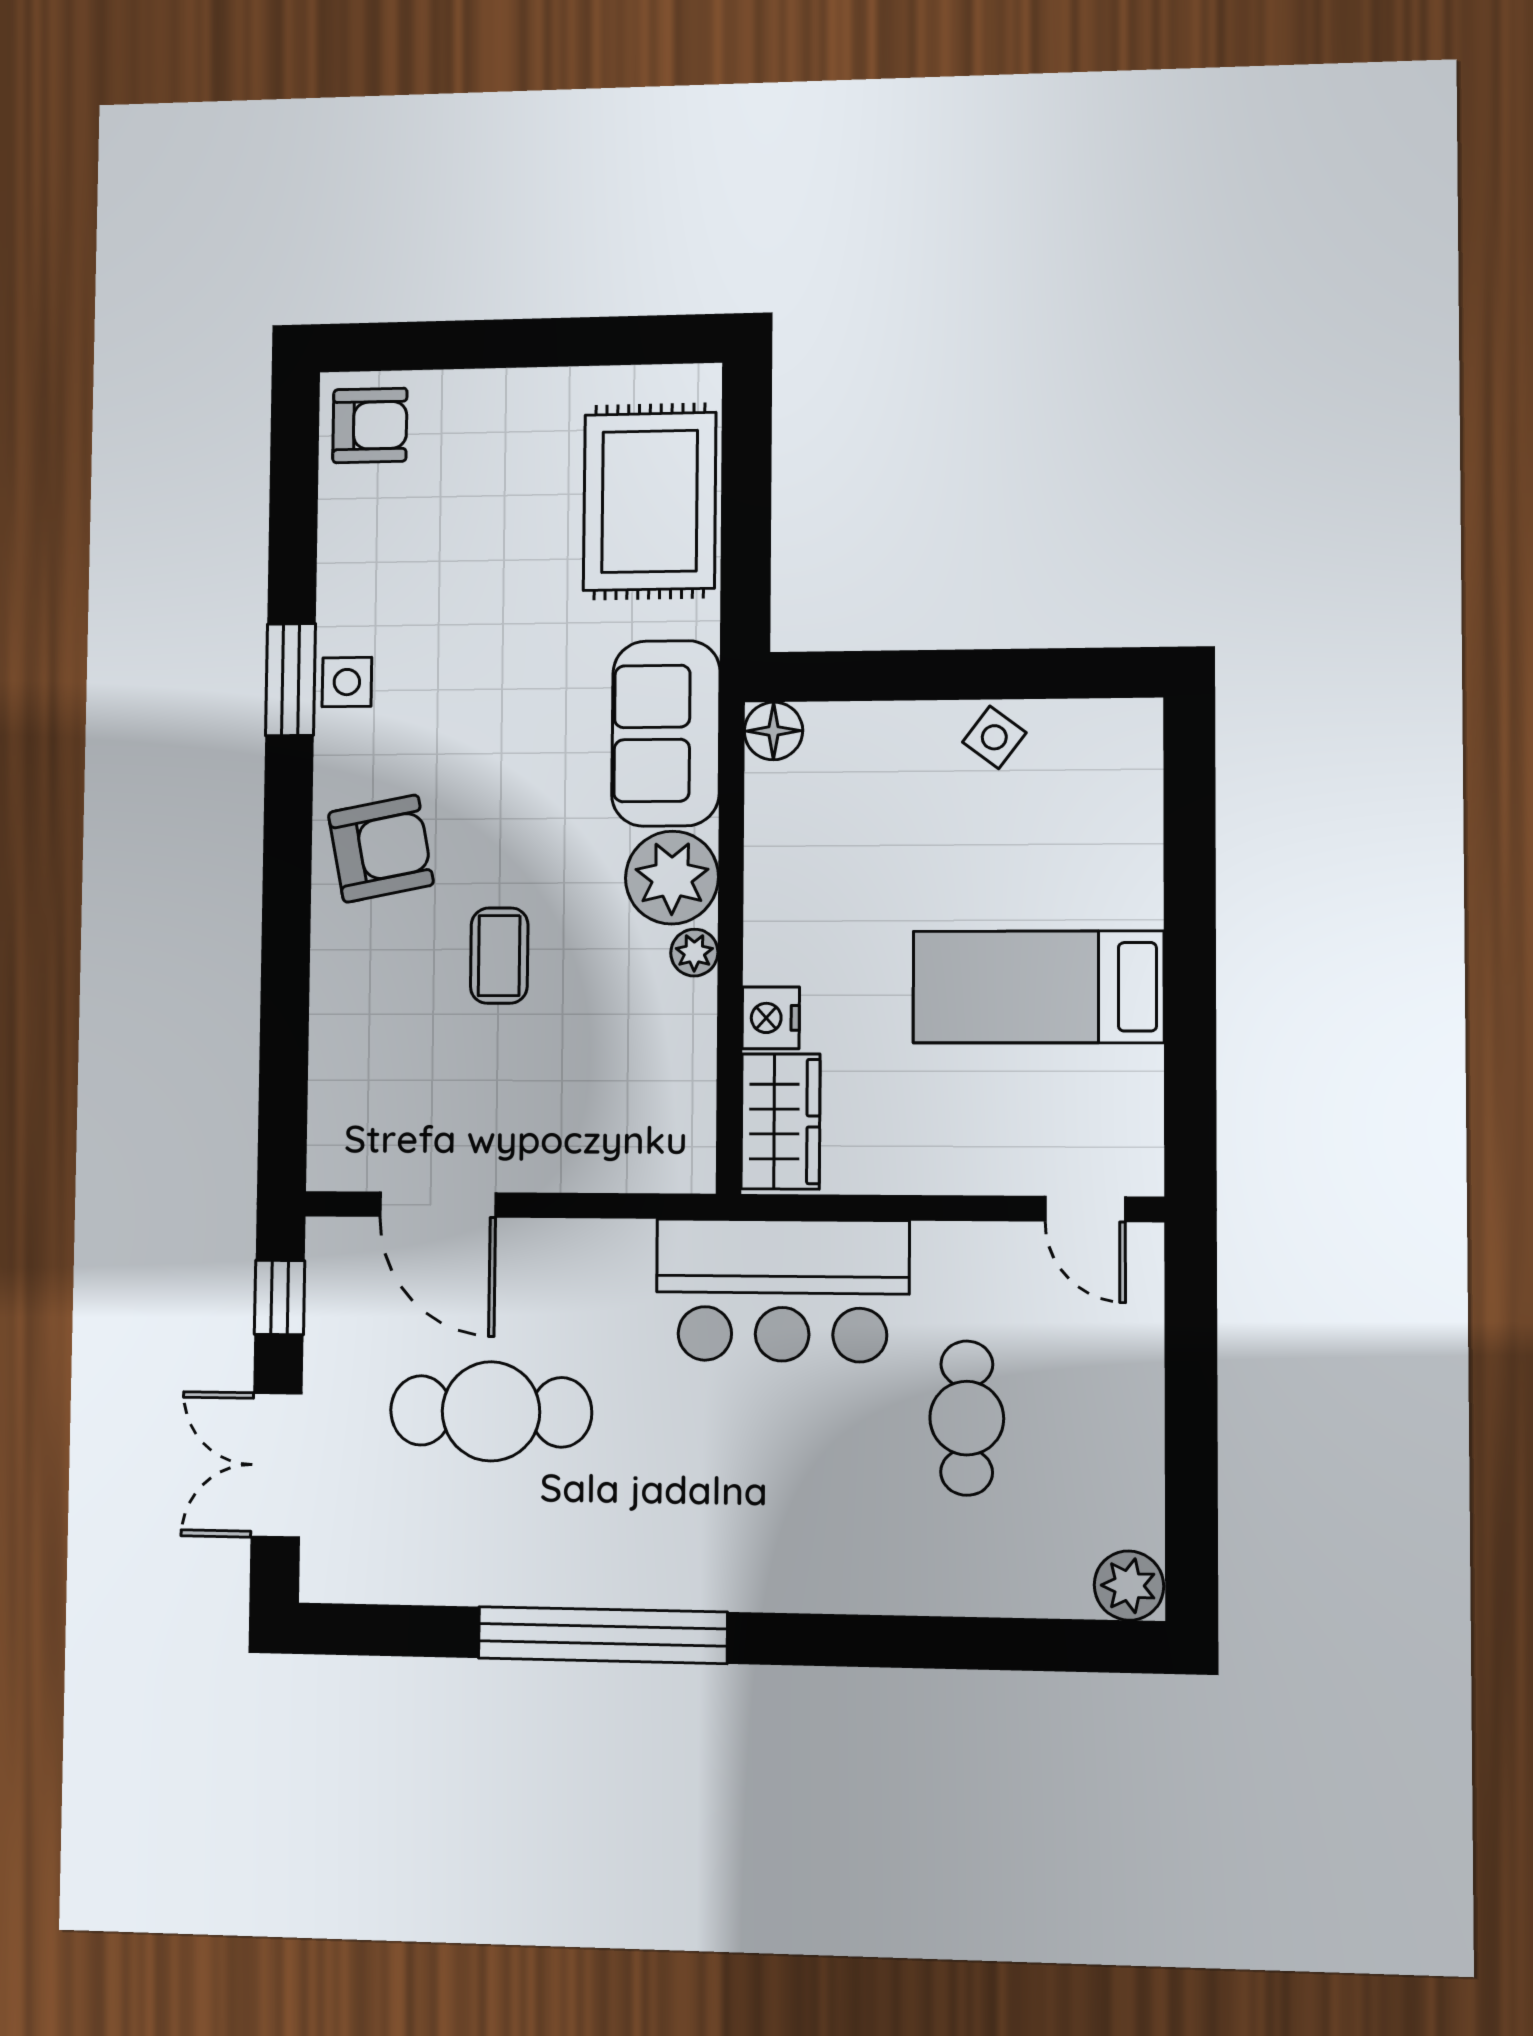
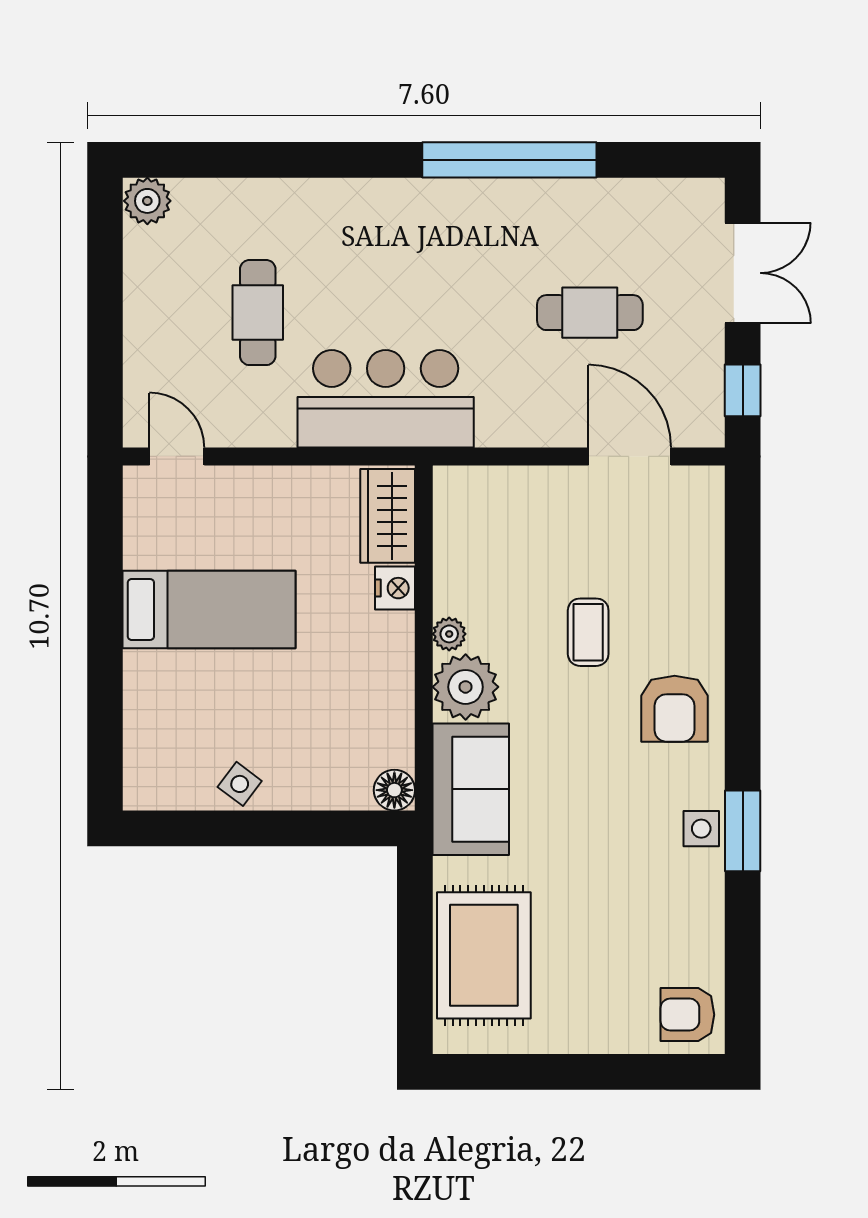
armchair: (381, 849) -> (675, 709), turned -79
cafe table: (491, 1411) -> (590, 313), width x0.73, depth x0.74

